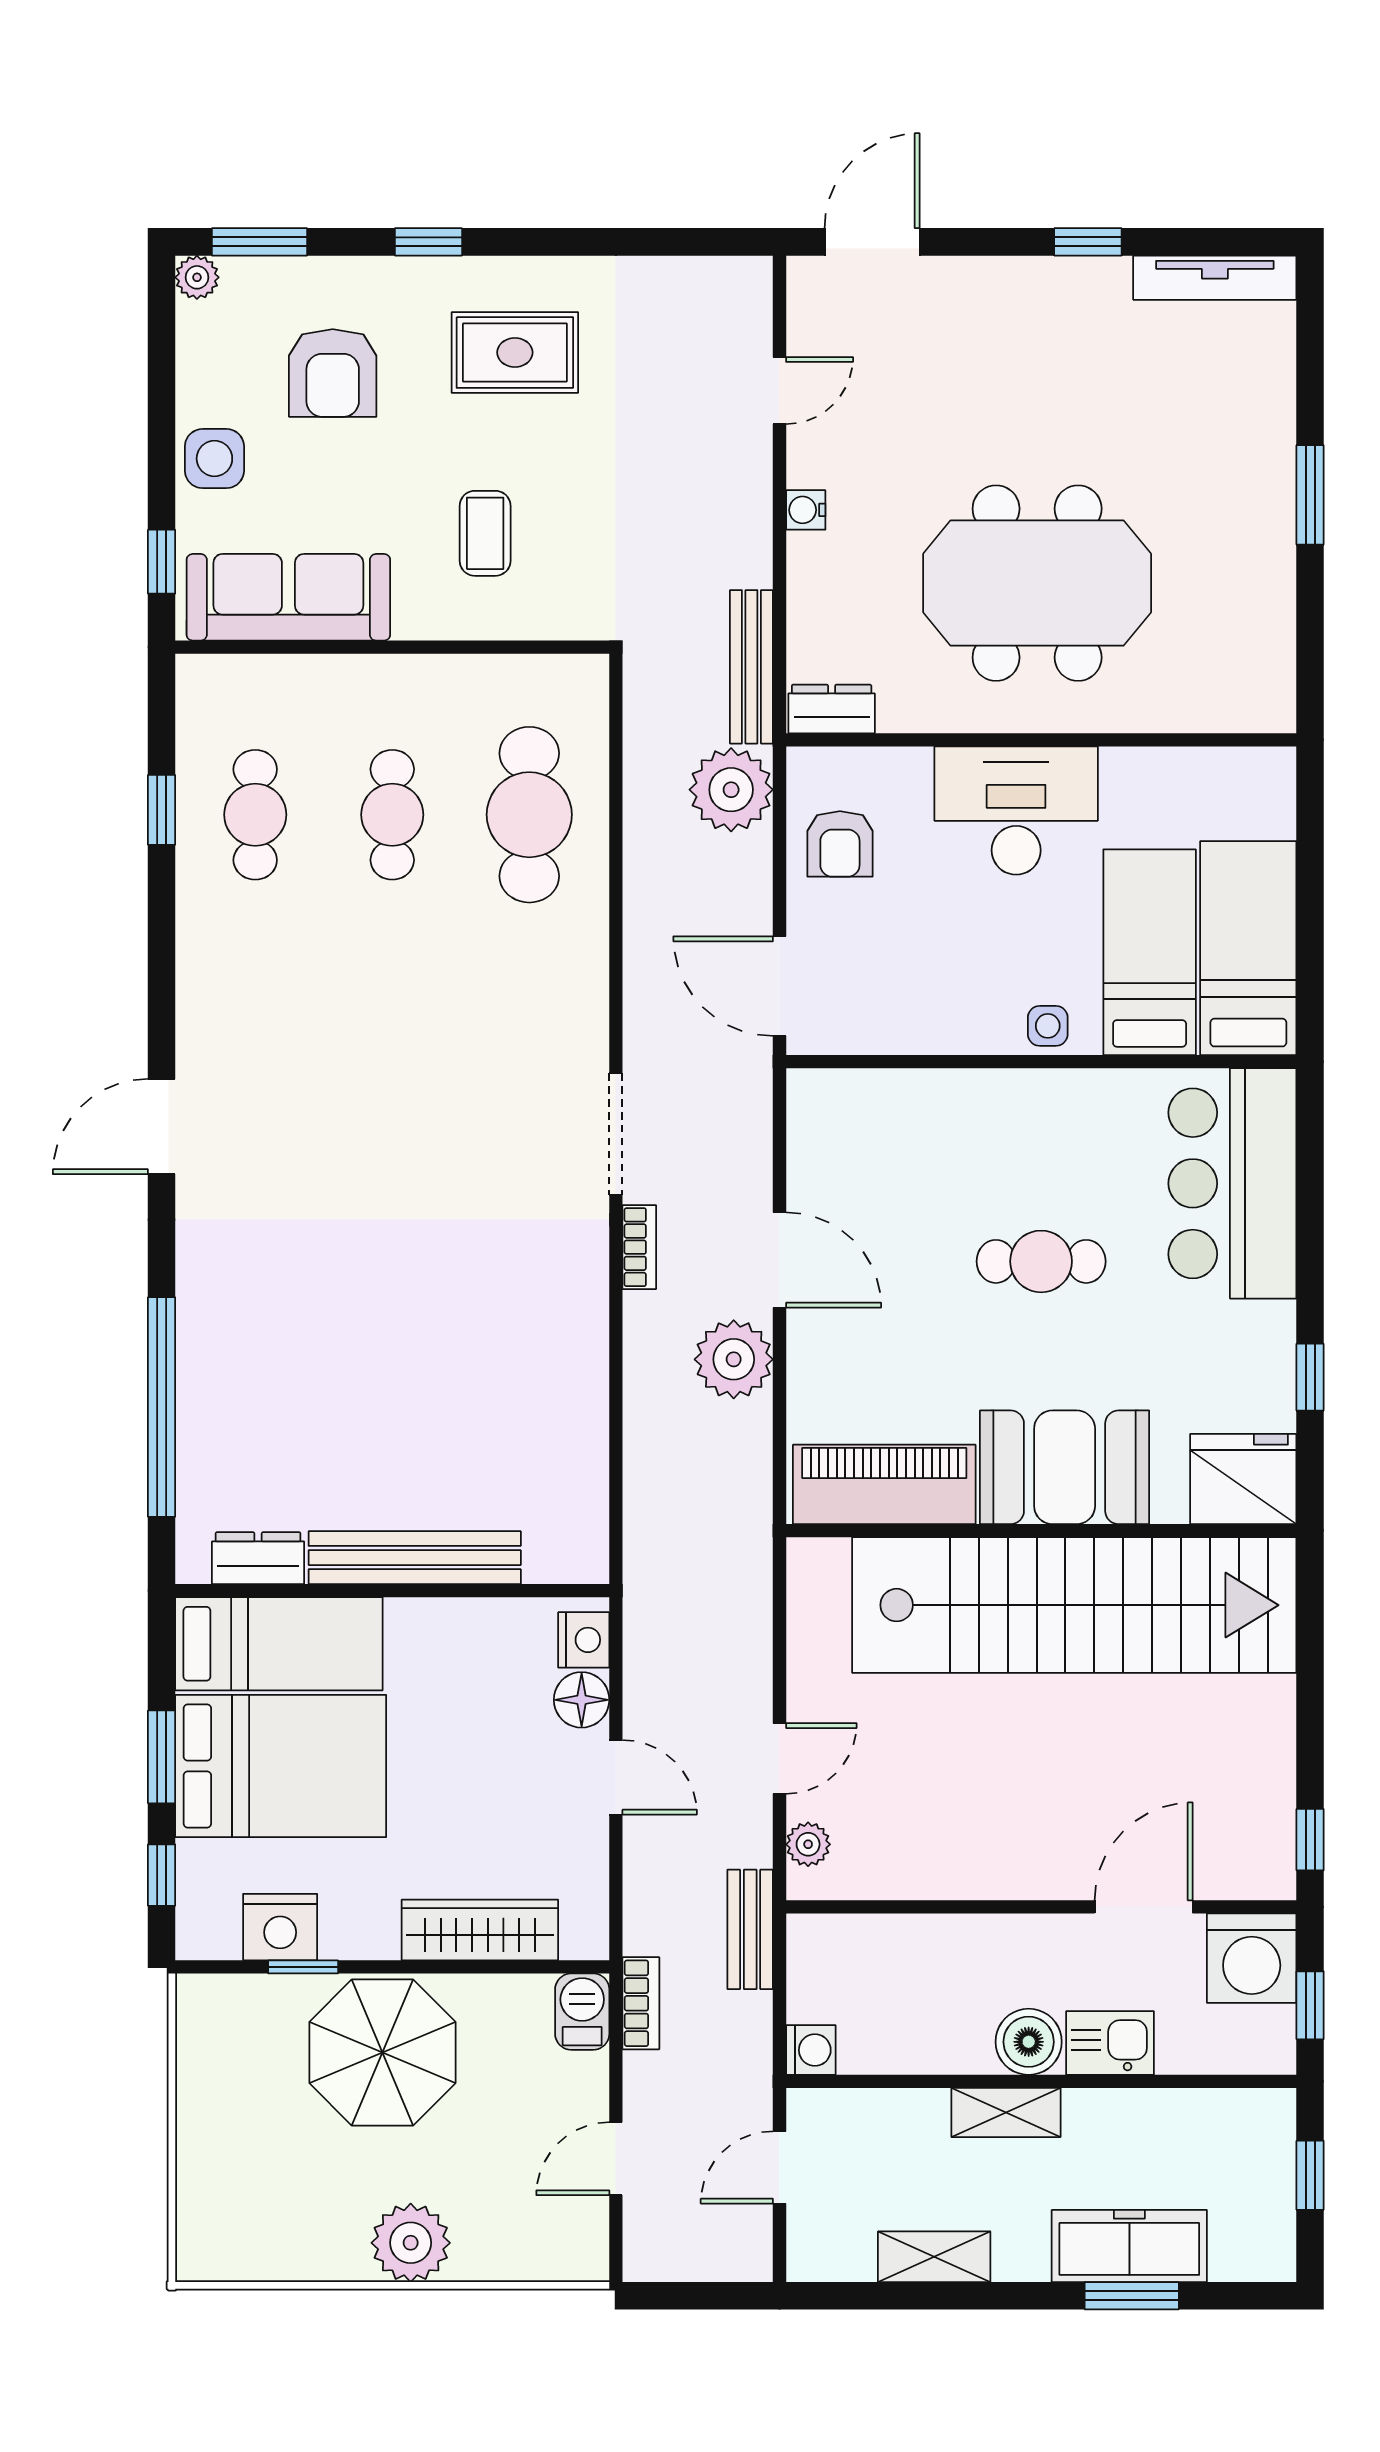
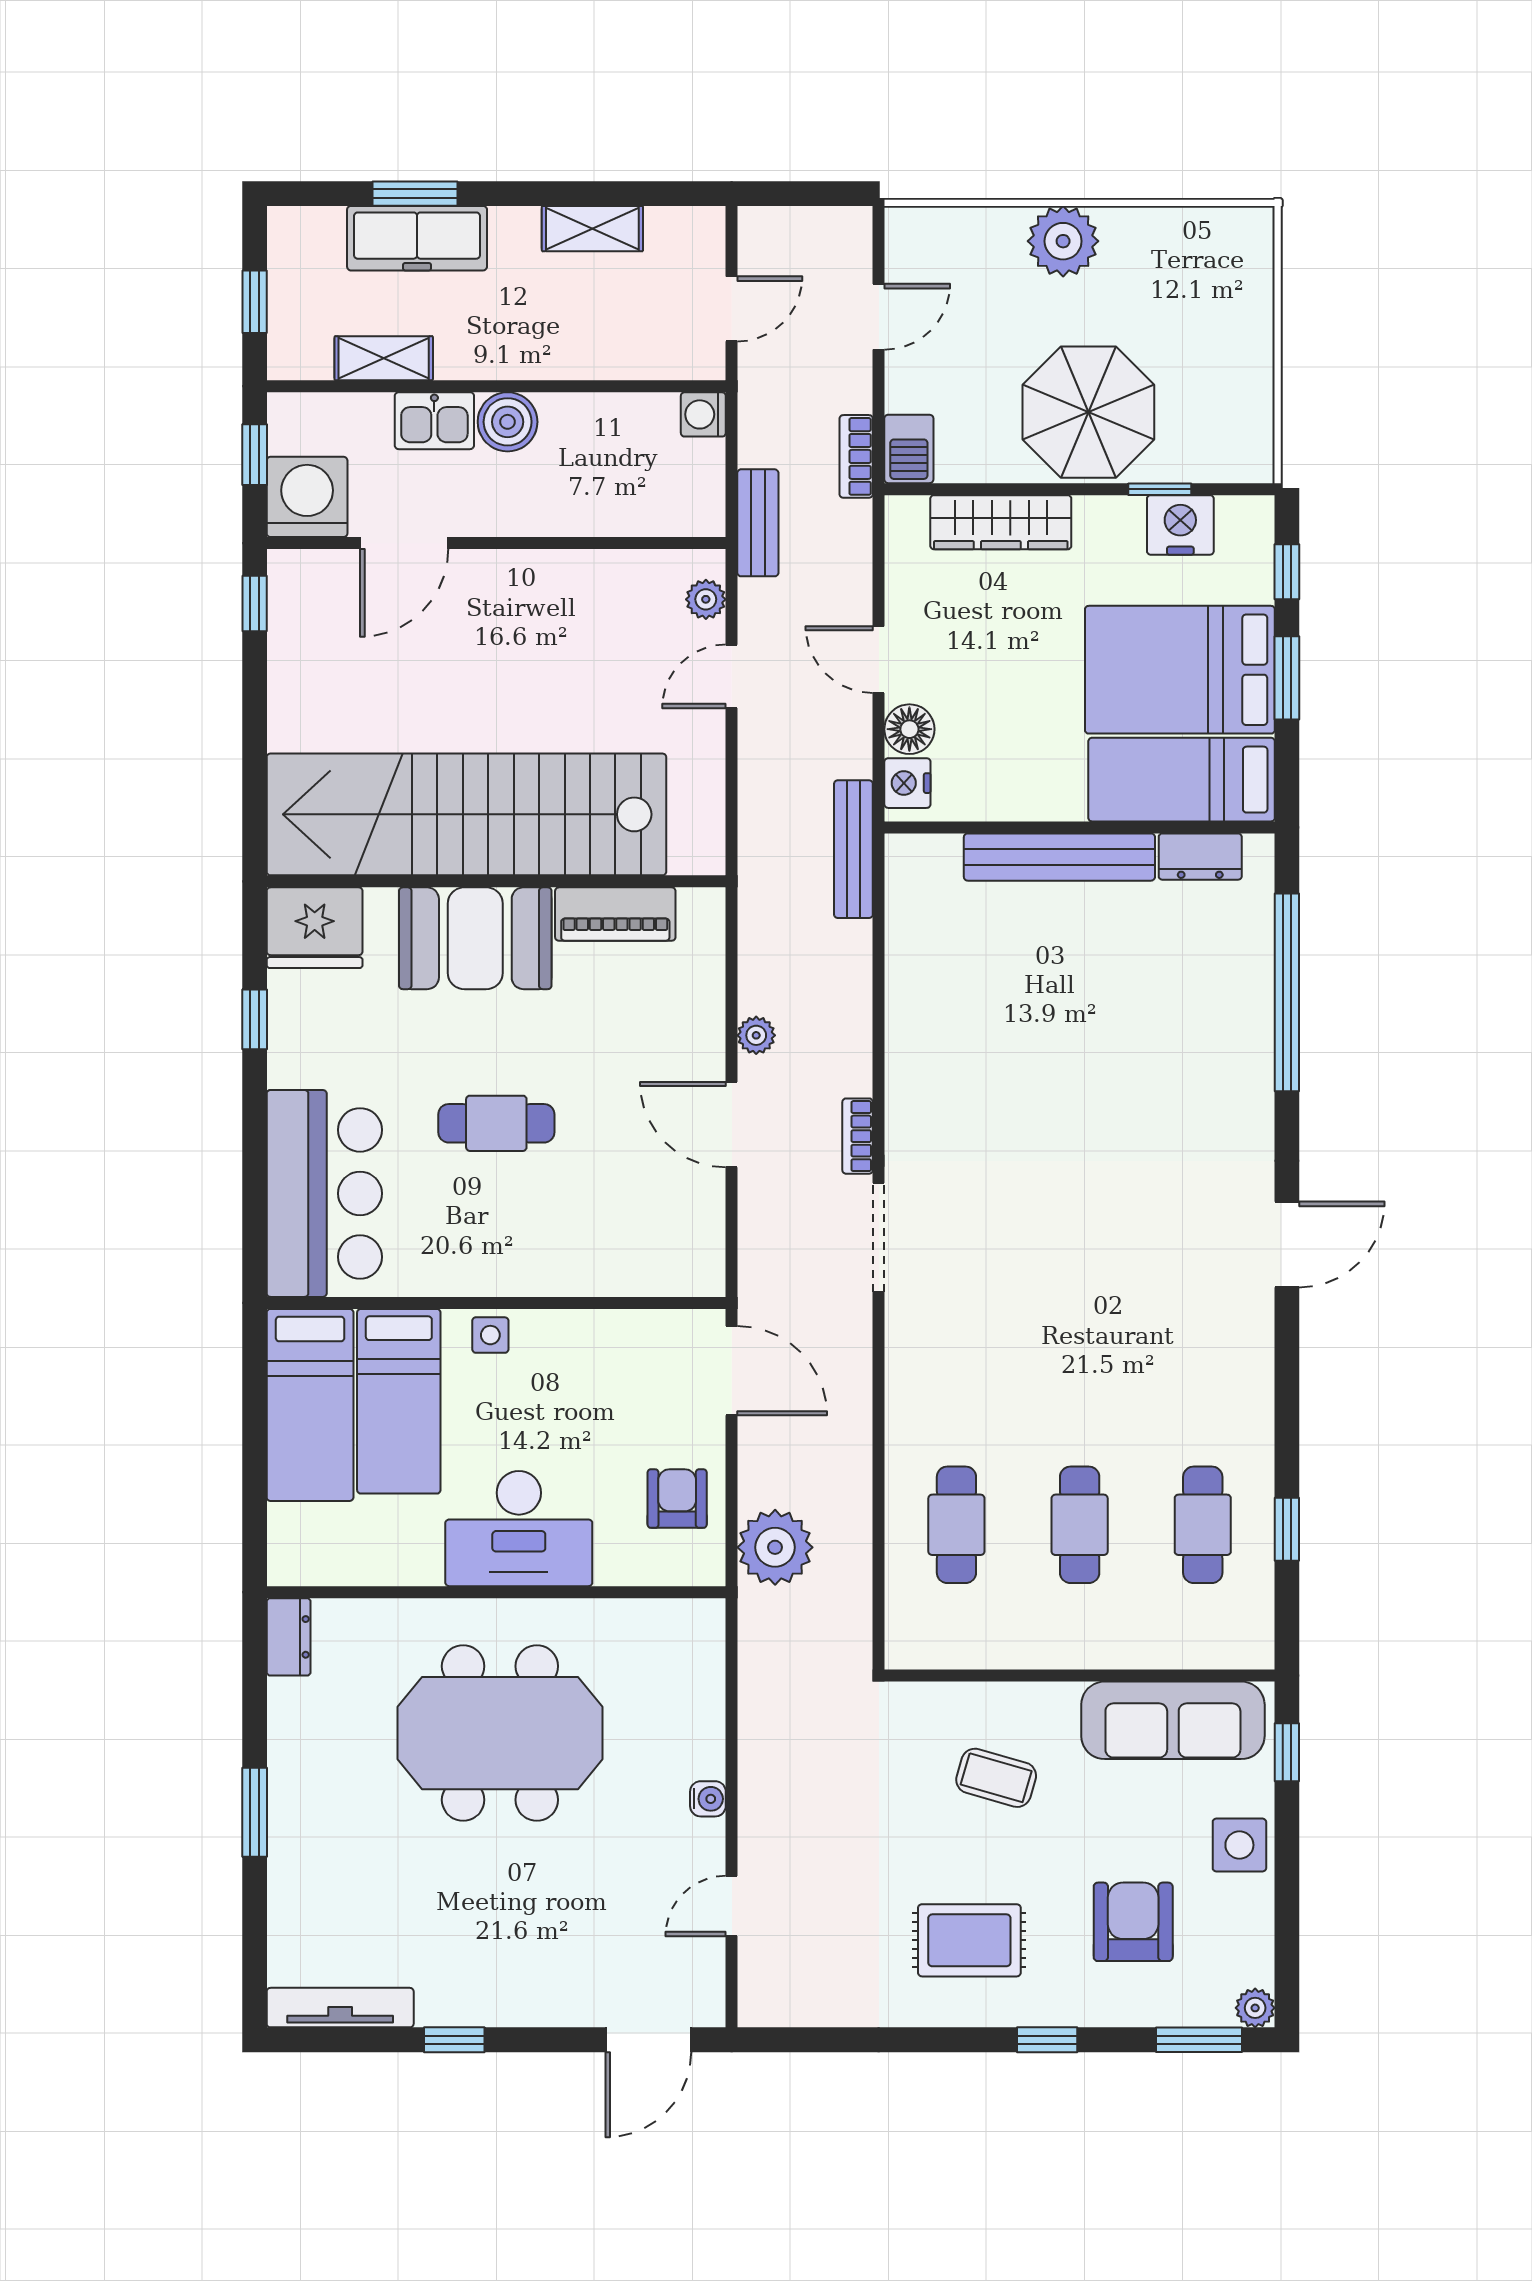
coffee table: (485, 533) -> (996, 1778), turned -74
bench: (751, 667) -> (853, 849), moved
dresser: (832, 709) -> (289, 1637), moved, turned -90
cafe table: (529, 815) -> (956, 1525), width x0.73, depth x0.74
plant: (734, 1359) -> (756, 1035), width x0.53, depth x0.53
piano: (884, 1484) -> (615, 914), width x0.73, depth x0.75
shelving: (1006, 2113) -> (384, 358), moved

